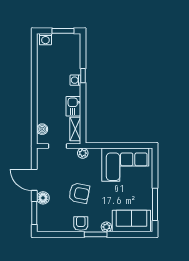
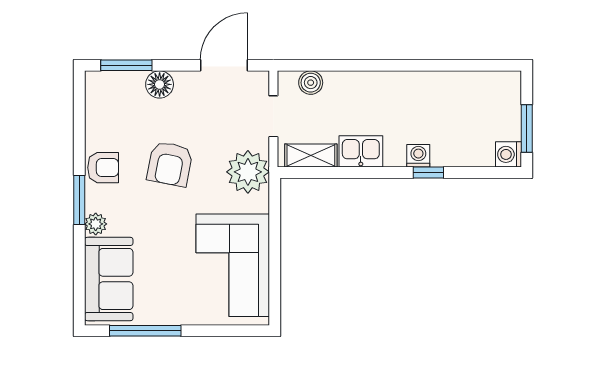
washing machine: (45, 39) -> (509, 154), moved
plant: (83, 153) -> (248, 172), width x1.88, depth x1.88
door: (34, 180) -> (224, 65), moved

